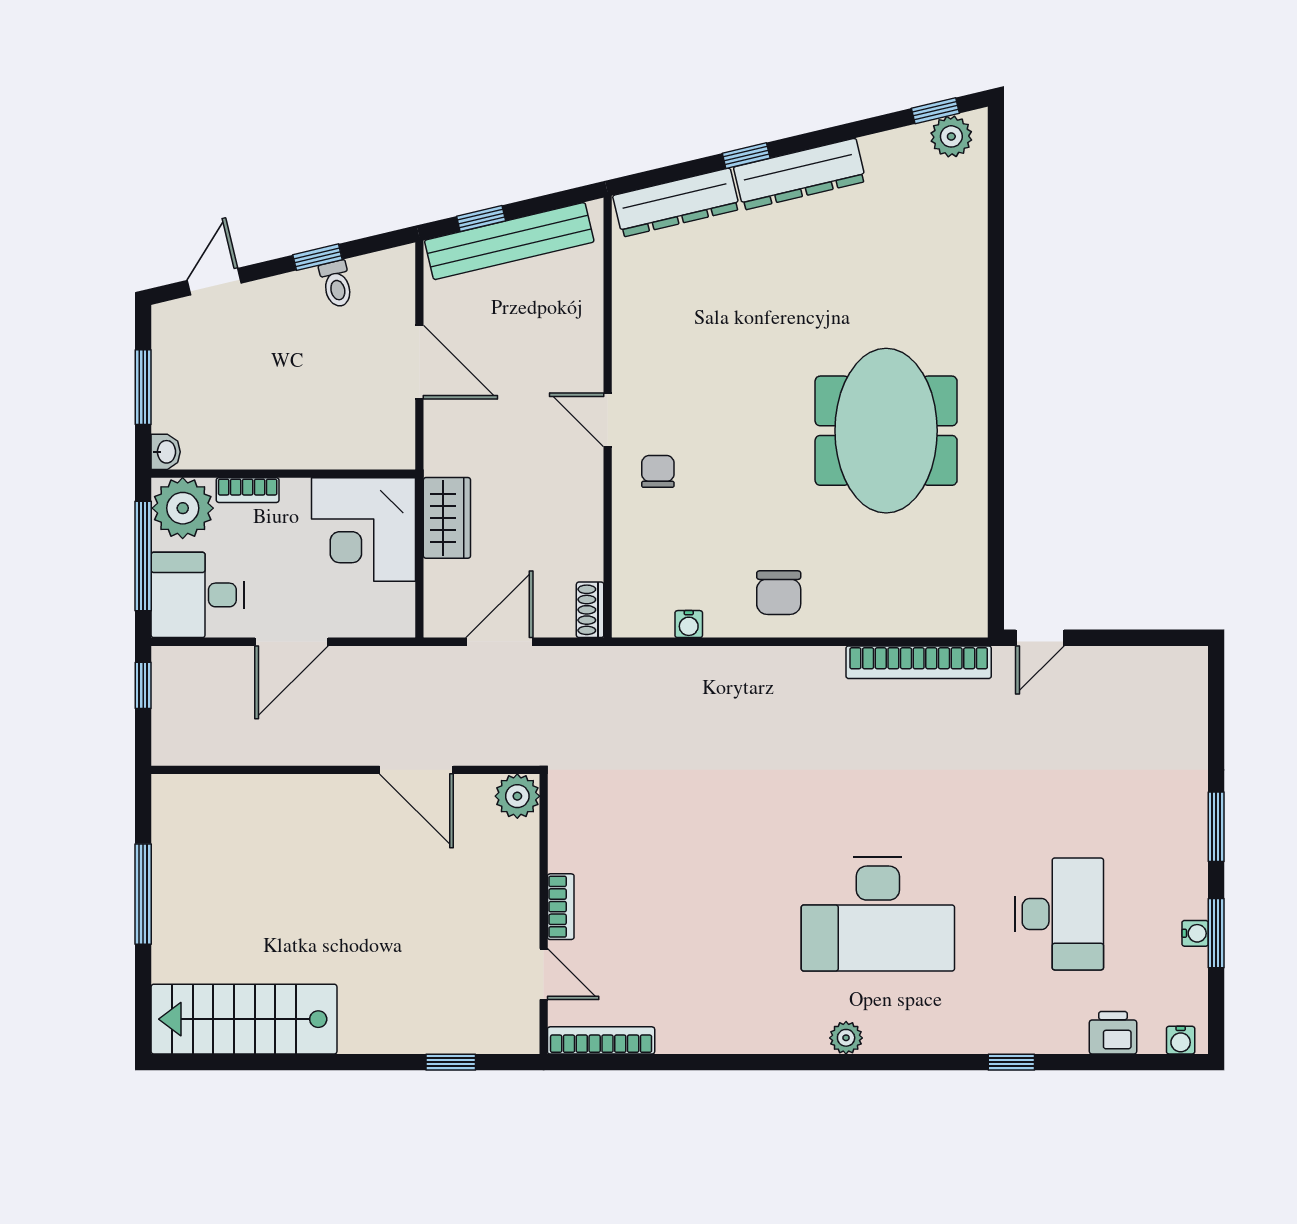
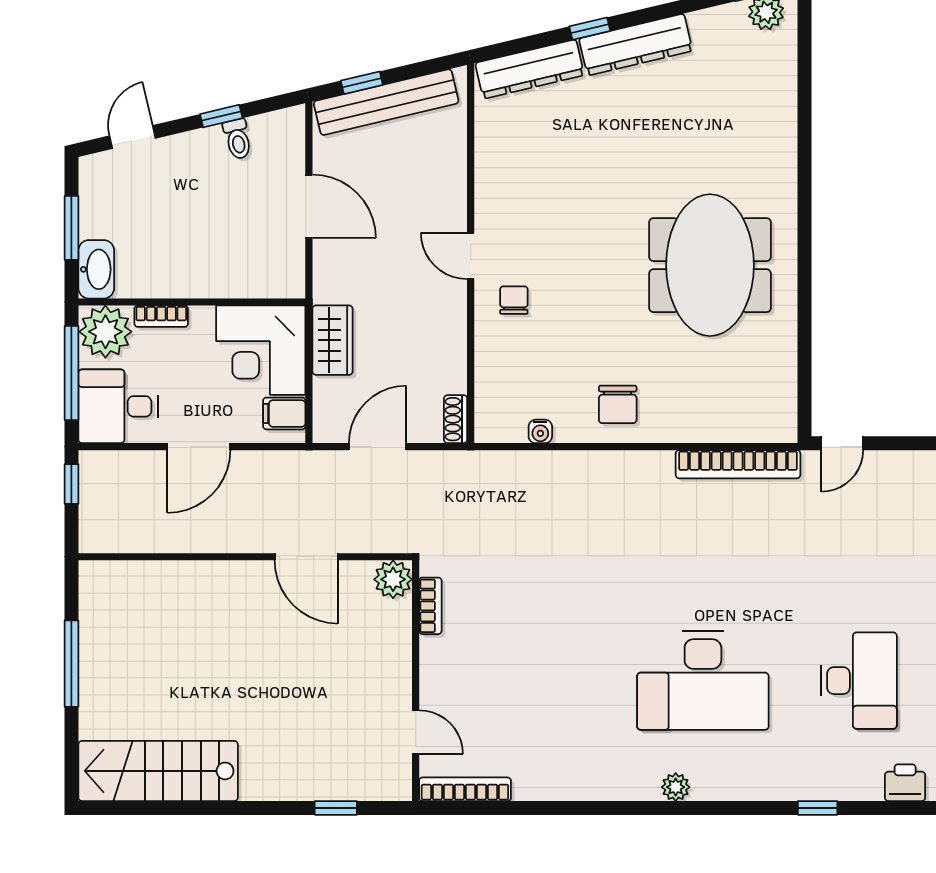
washbasin: (166, 452) -> (96, 269), width x1.91, depth x1.45
filing cabinet: (391, 603) -> (284, 413), added
bookcase: (561, 907) -> (430, 606), moved

